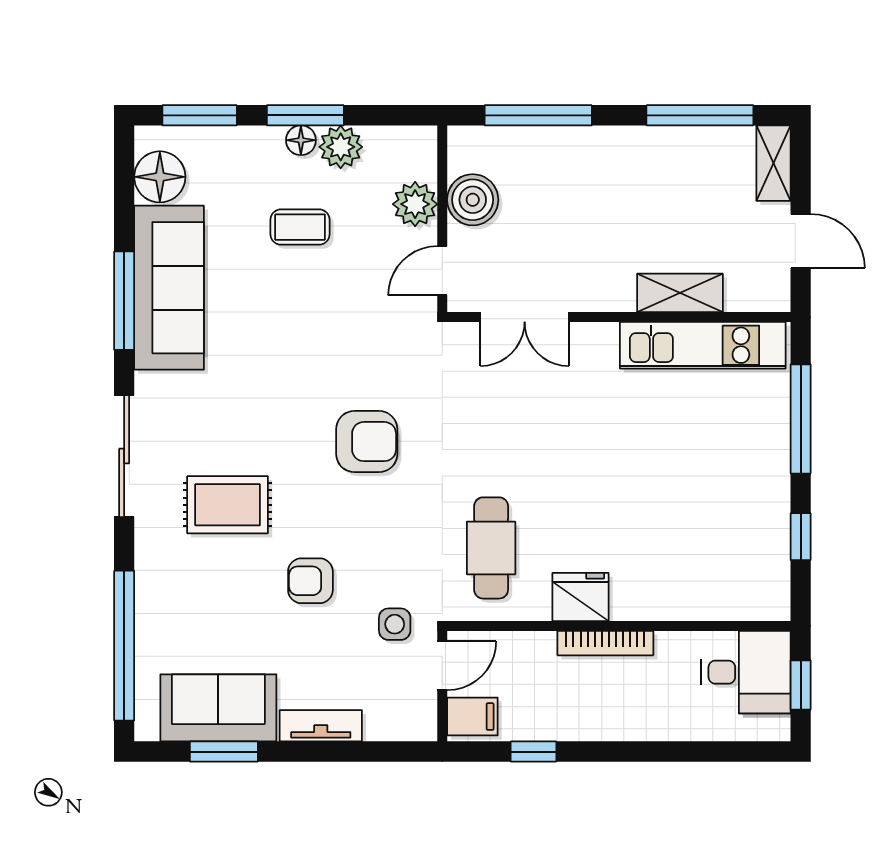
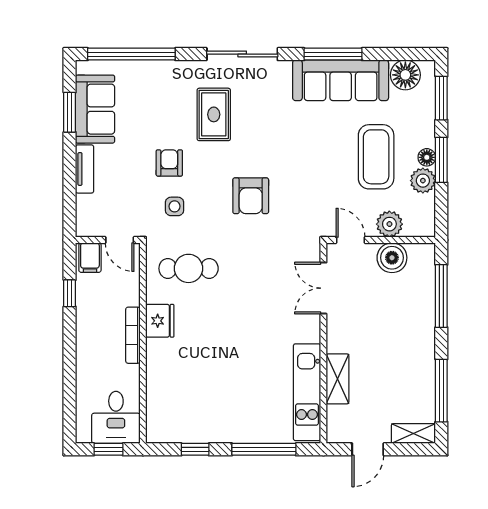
coffee table: (300, 227) -> (376, 157), width x1.86, depth x1.72
side table: (395, 624) -> (175, 206), moved

